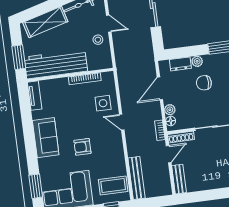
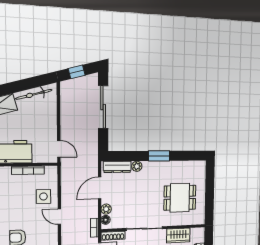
door: (109, 24) -> (59, 149), moved
stool: (98, 40) -> (46, 133), removed
dresser: (180, 64) -> (117, 167), width x1.44
chair: (204, 83) -> (140, 187), removed

